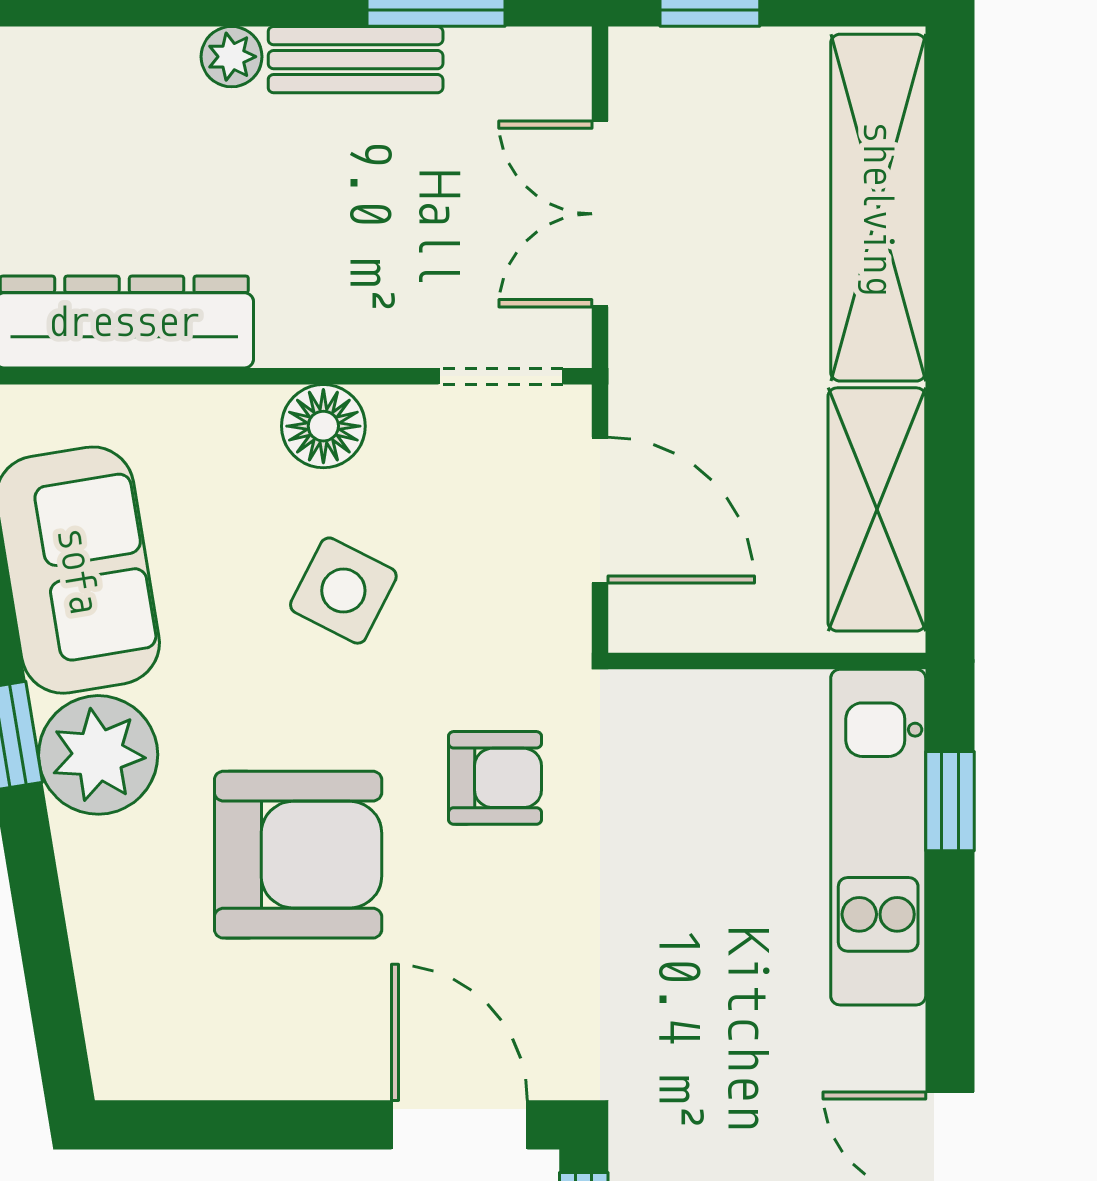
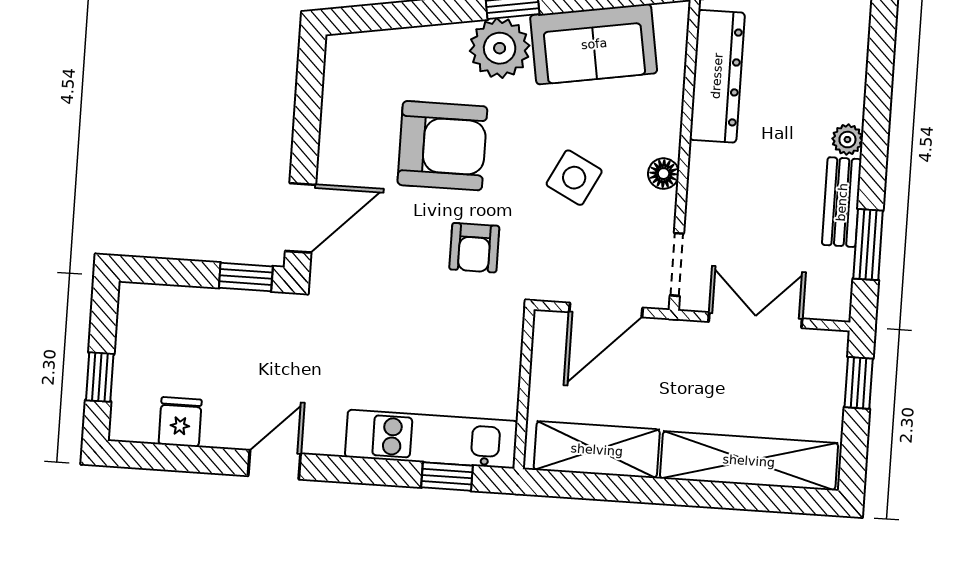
floor lamp: (323, 426) -> (664, 174), width x0.73, depth x0.73
armchair: (298, 855) -> (442, 146), turned -90

